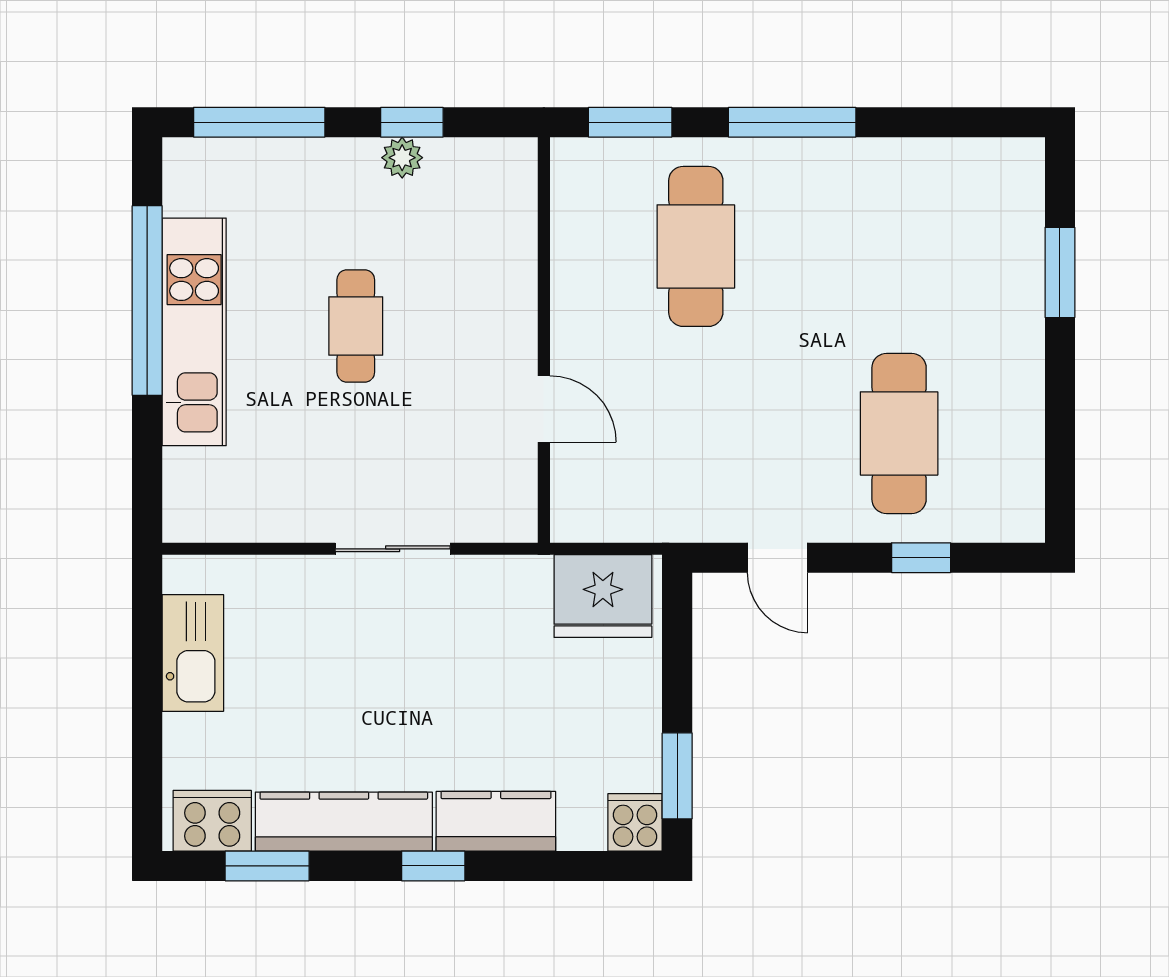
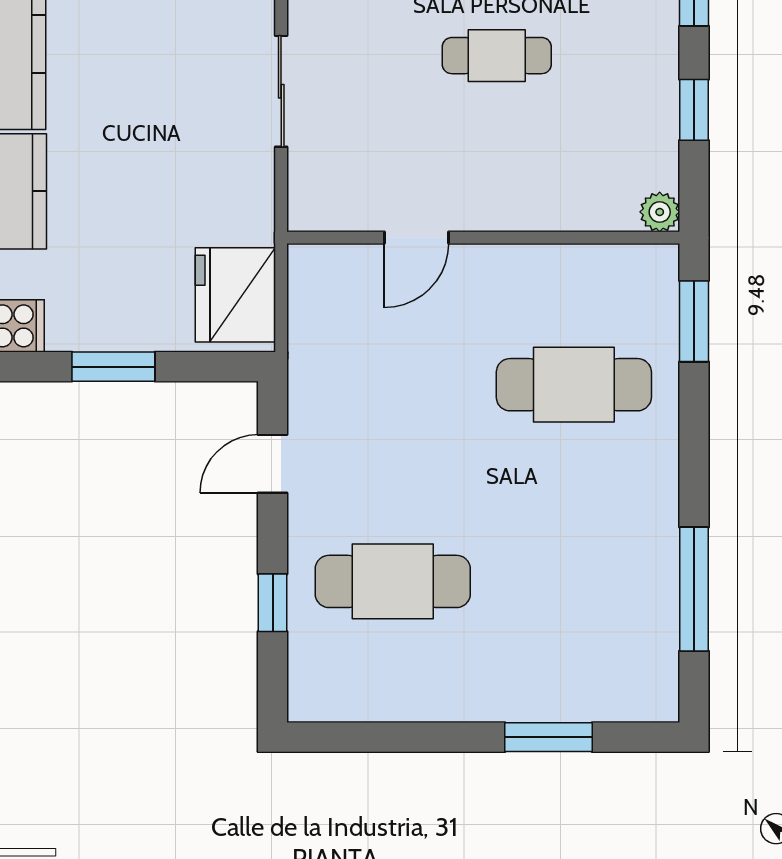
window: (792, 122) -> (694, 589), moved
plant: (402, 158) -> (660, 212), moved
window: (677, 776) -> (113, 367), moved

